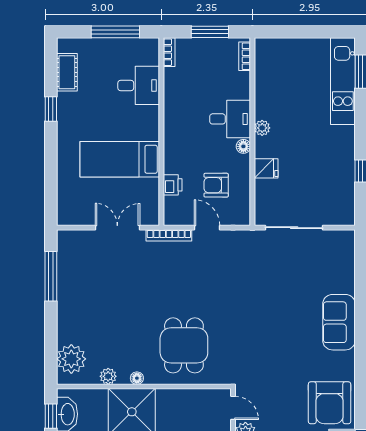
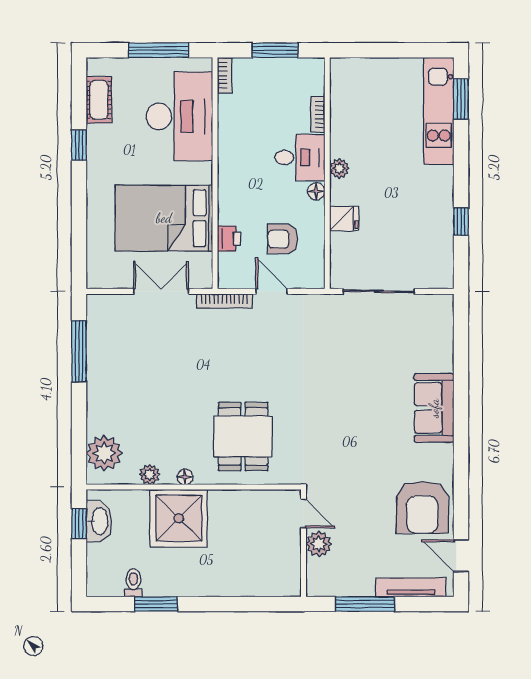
bookcase: (245, 56) -> (318, 114), moved
desk: (139, 85) -> (179, 116), width x1.87, depth x1.30
bed: (120, 159) -> (164, 218), width x1.50

